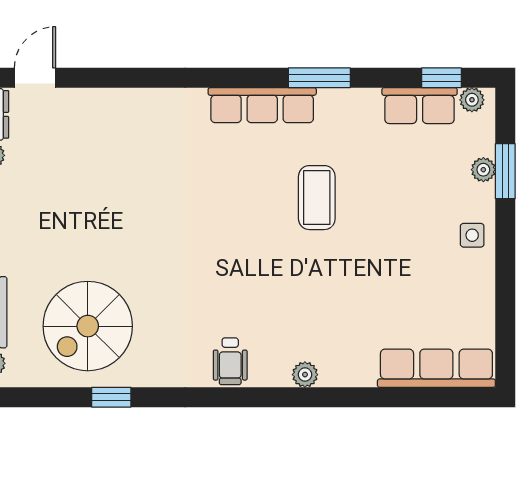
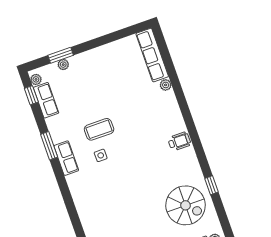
row of seats: (262, 105) -> (66, 158), width x0.68
side table: (472, 235) -> (101, 155), moved
plant: (305, 375) -> (166, 85), moved

